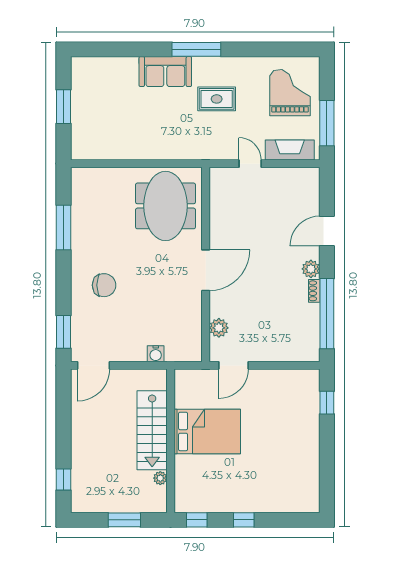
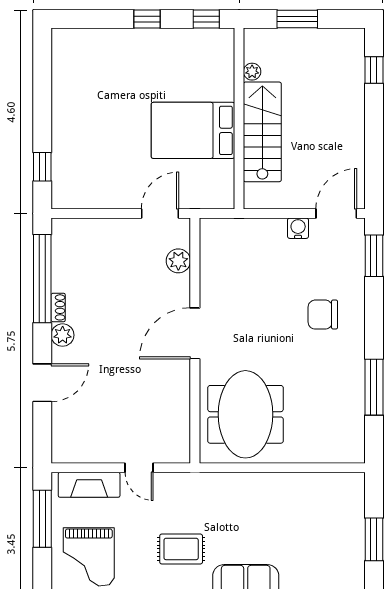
water cooler: (156, 354) -> (298, 228), moved

